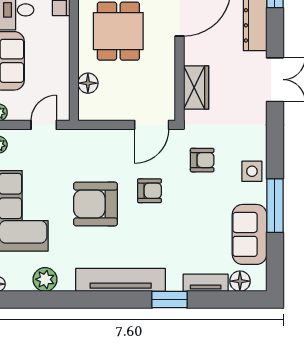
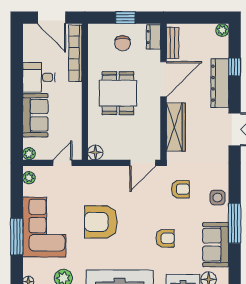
floor lamp: (88, 83) -> (95, 152), moved
wardrobe: (196, 87) -> (176, 127), width x1.50
armchair: (149, 191) -> (165, 238), moved

